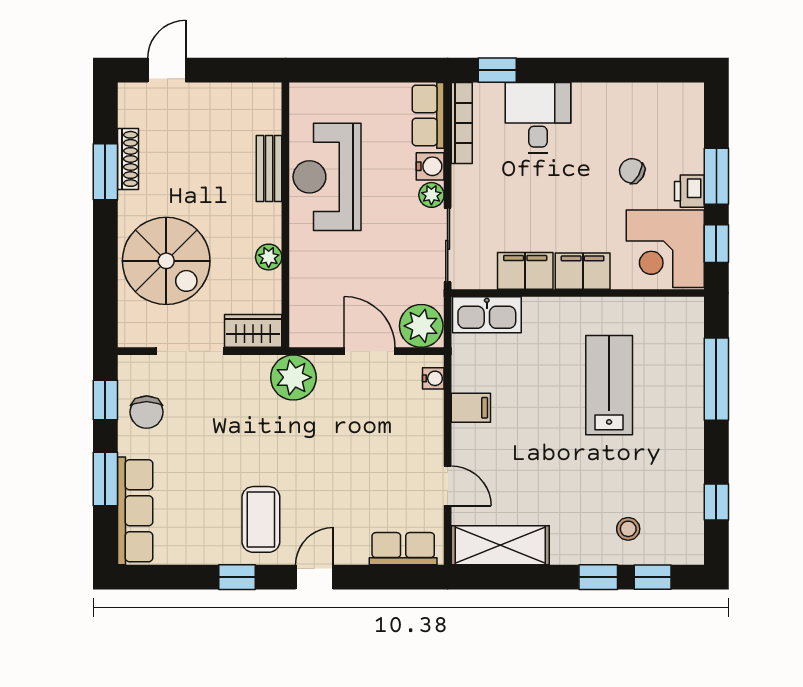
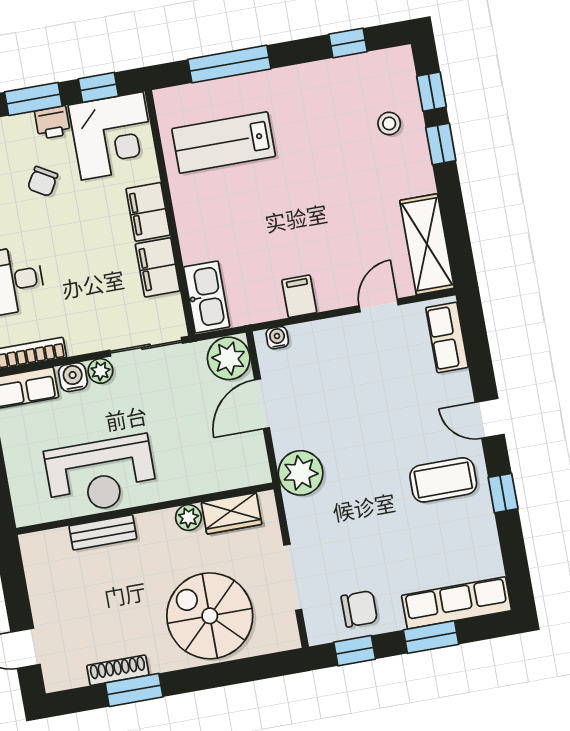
spiral stairs: (166, 261) -> (210, 616), turned -90
wardrobe: (253, 331) -> (232, 513), moved, turned -90
lab bench: (609, 385) -> (224, 143), moved

